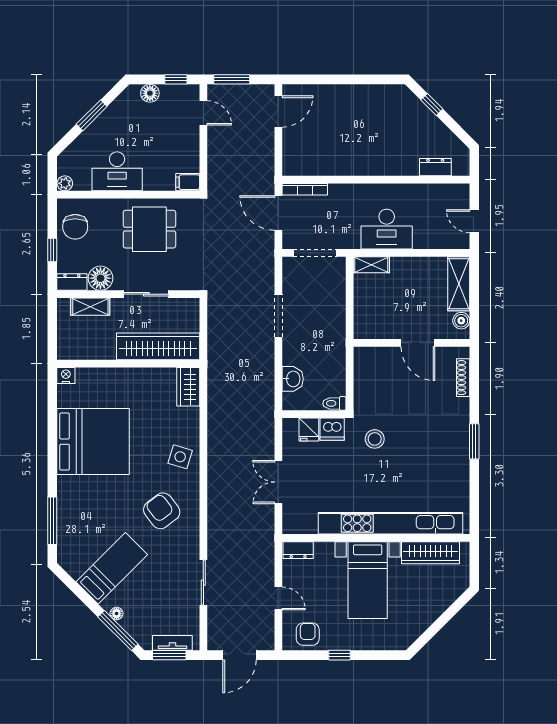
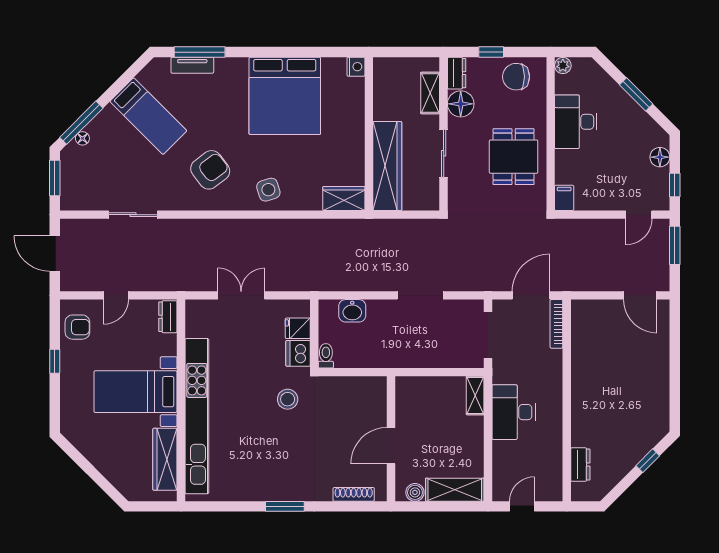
side table: (180, 457) -> (268, 190), turned -35
floor lamp: (117, 613) -> (82, 138), moved
tv unit: (172, 643) -> (192, 65), moved, turned 90

